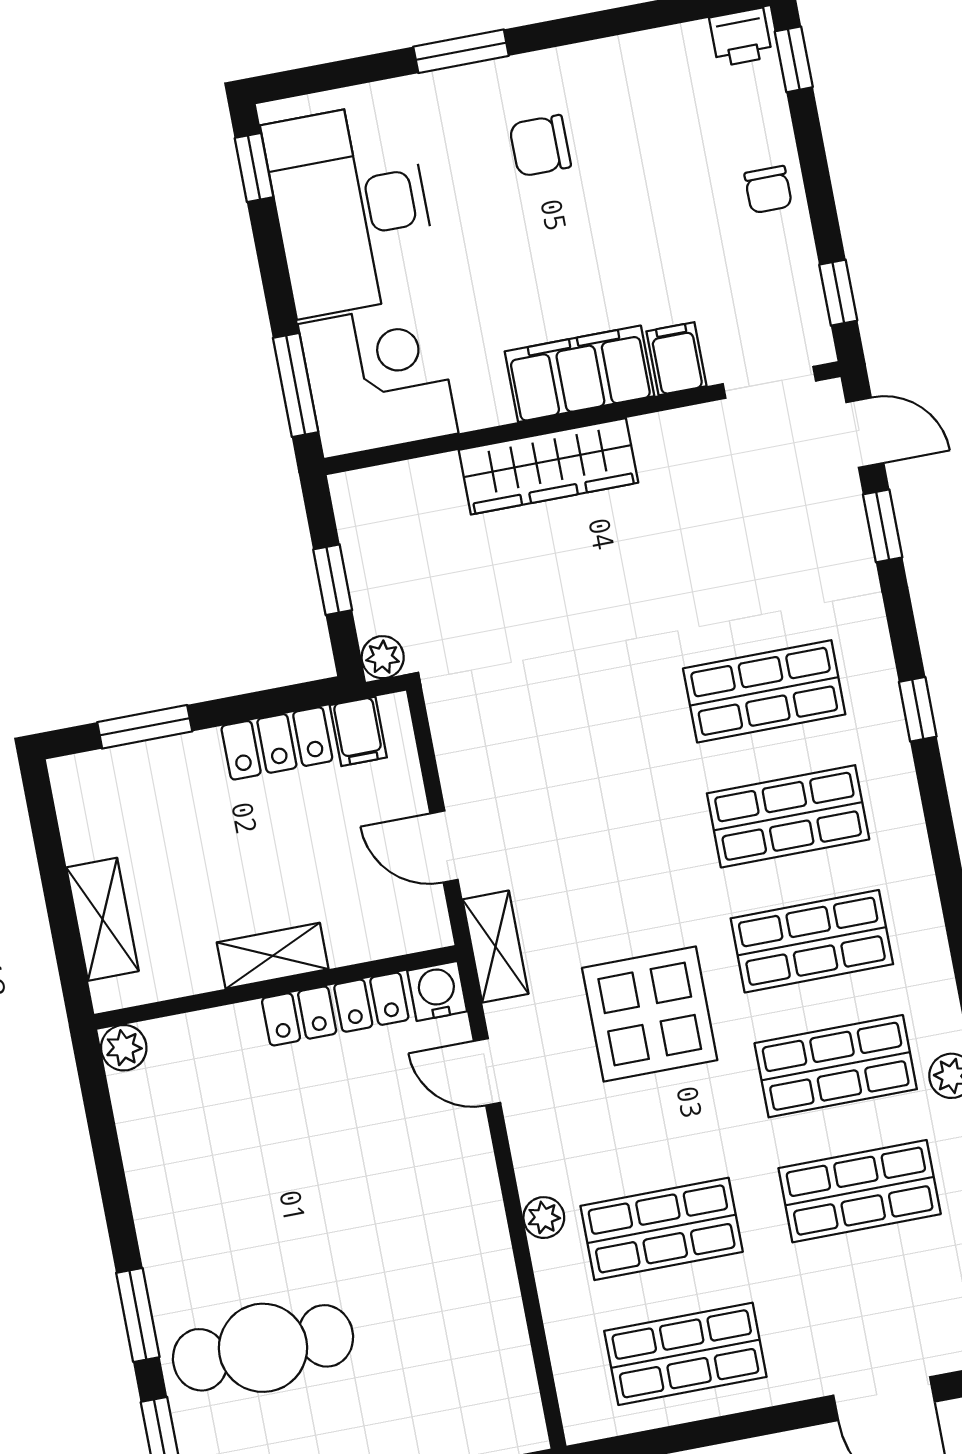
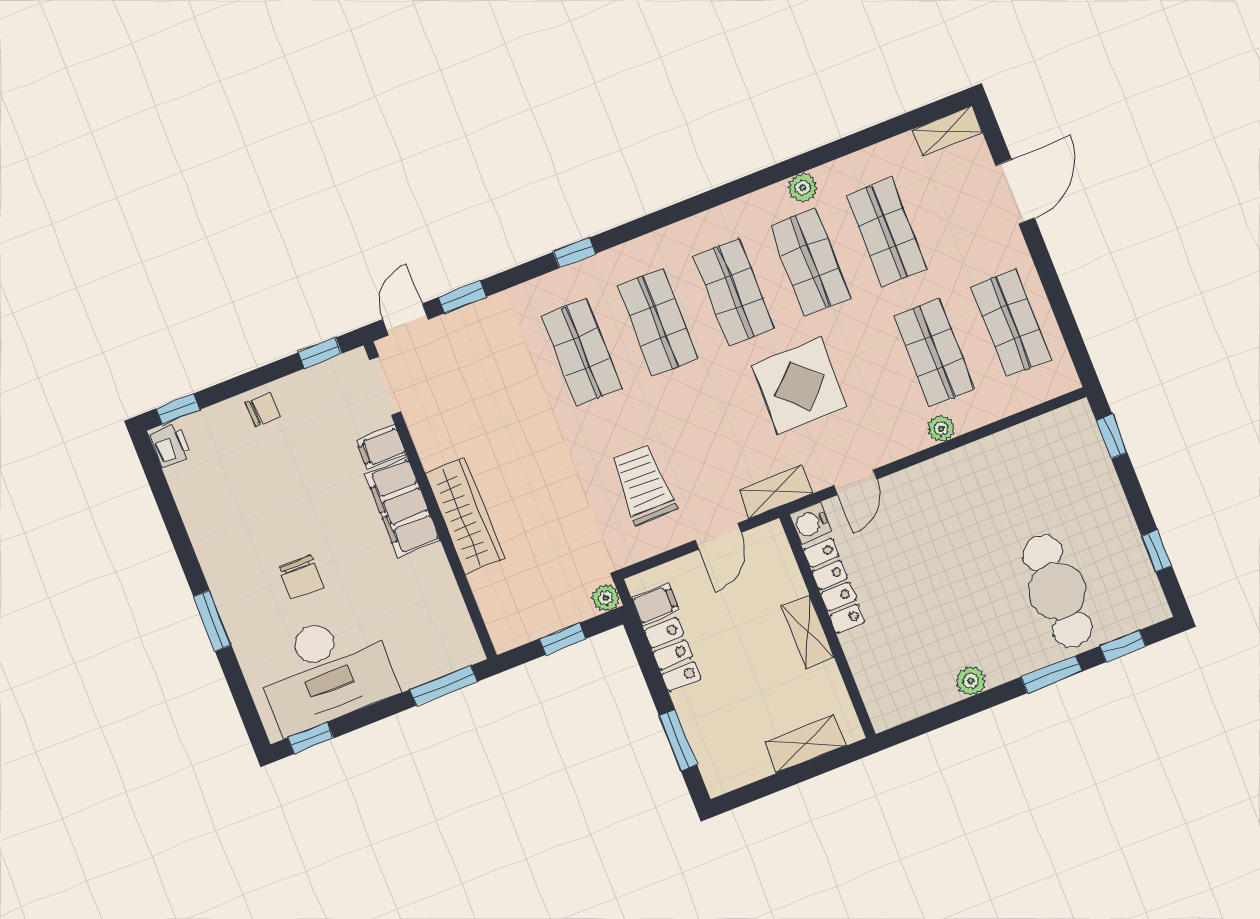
chair: (540, 146) -> (302, 577), moved
corner desk: (378, 379) -> (430, 634), removed
trolley: (545, 748) -> (643, 485), added
plant: (124, 1048) -> (971, 681), moved

